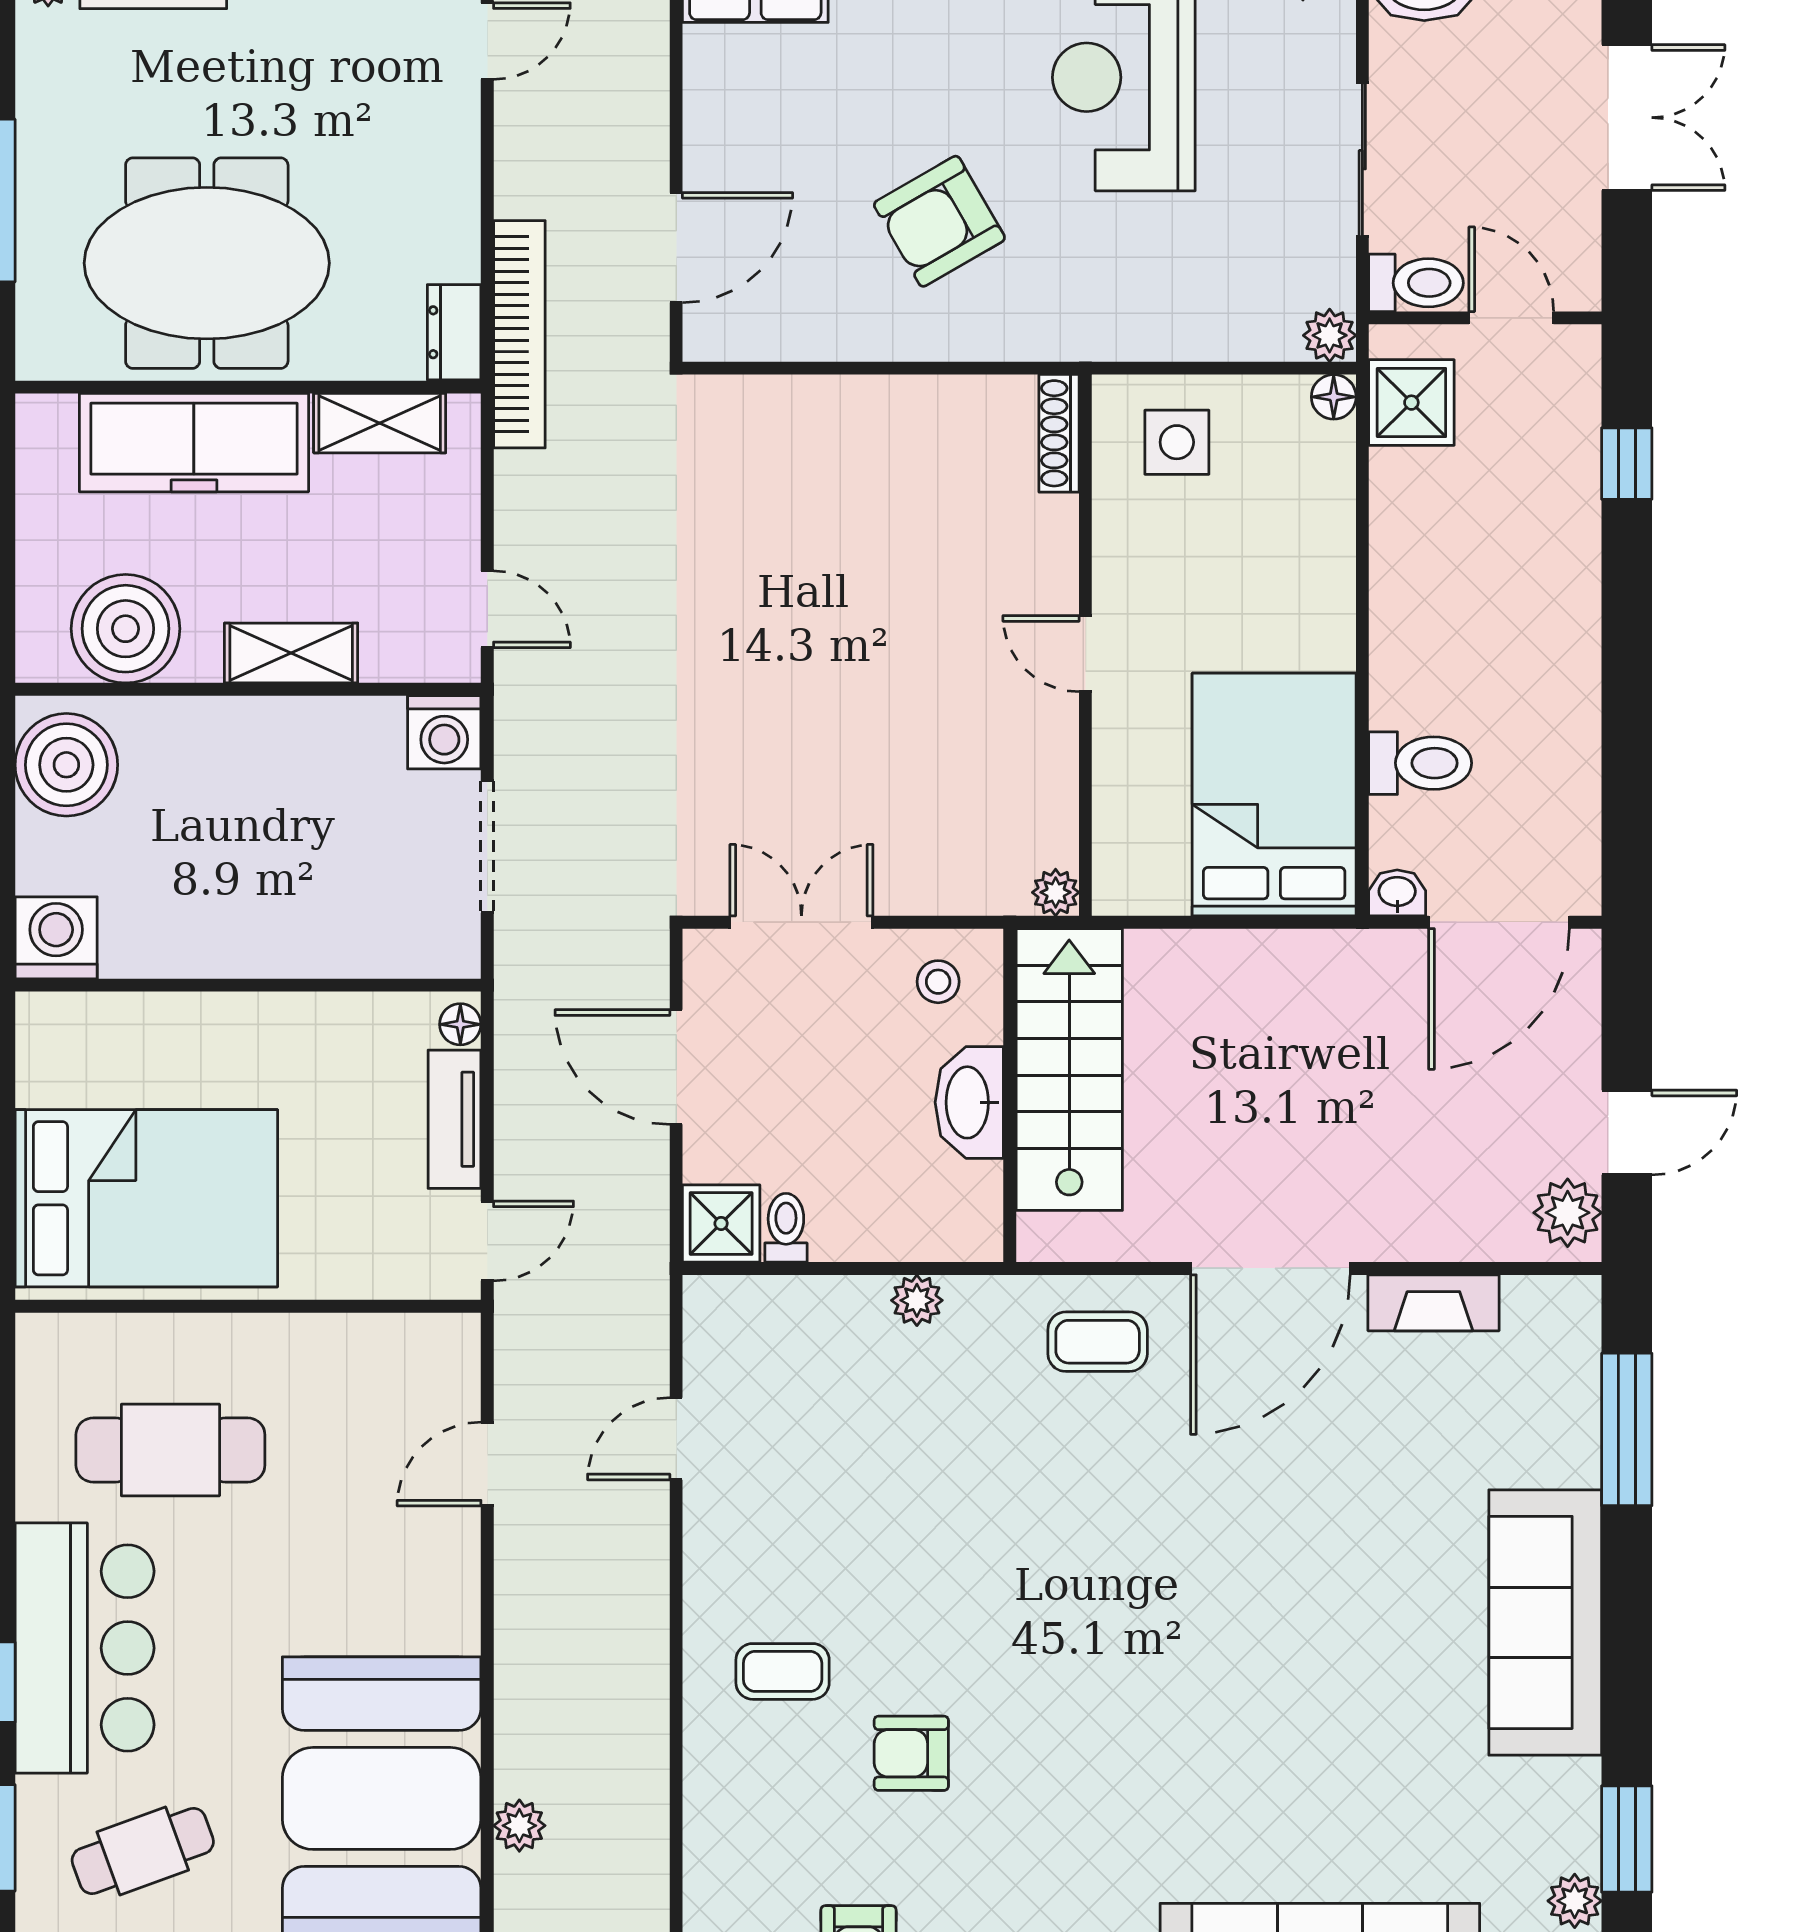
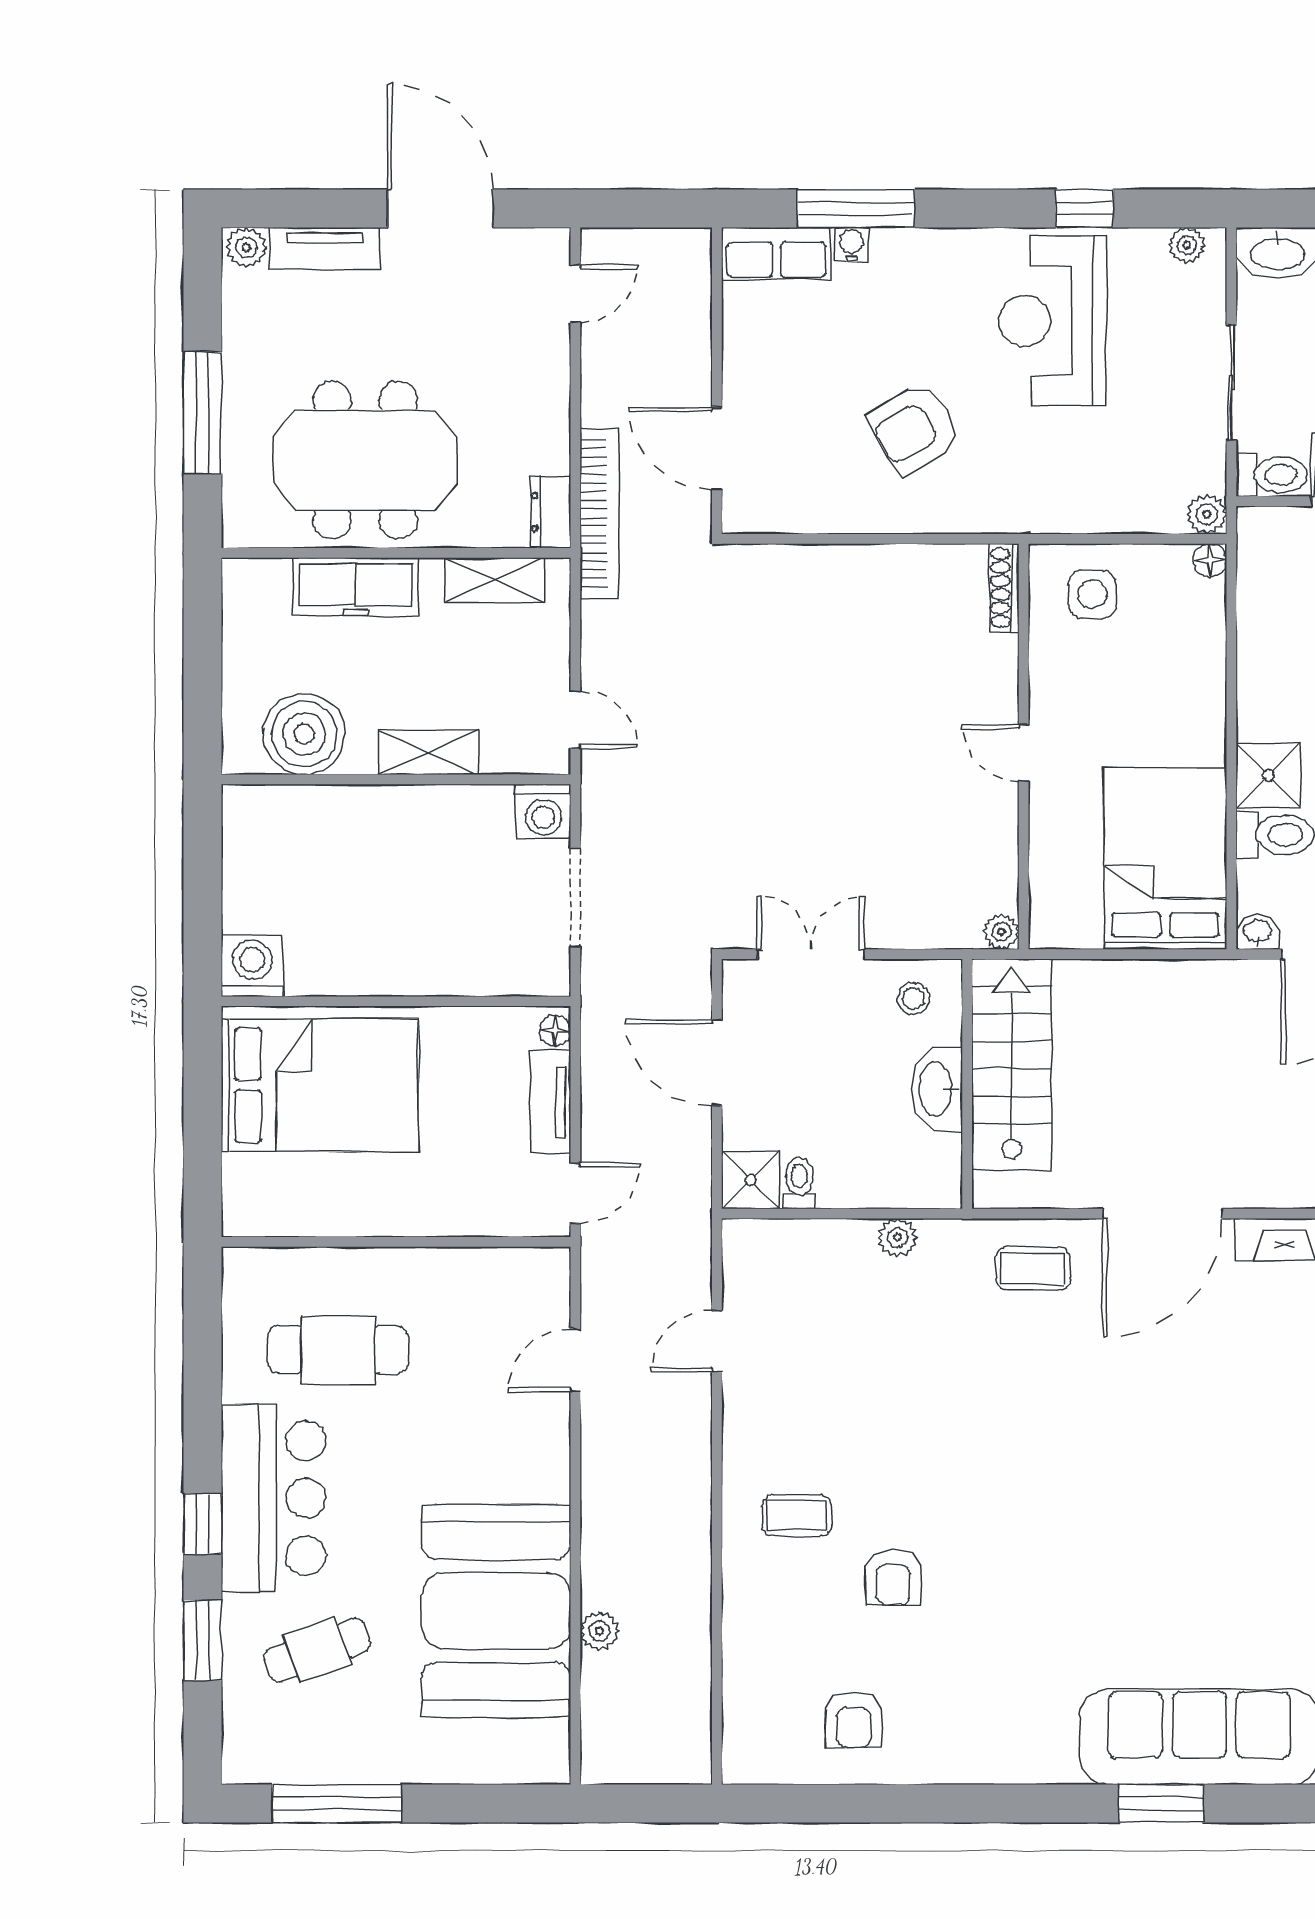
door: (676, 248) -> (717, 448), swing flipped
shower: (1411, 403) -> (1268, 775), moved
freezer: (194, 443) -> (356, 587), width x0.73, depth x0.79
boiler: (66, 765) -> (260, 836), removed
bed: (146, 1198) -> (320, 1085), moved
armchair: (911, 1753) -> (893, 1577), turned -90

